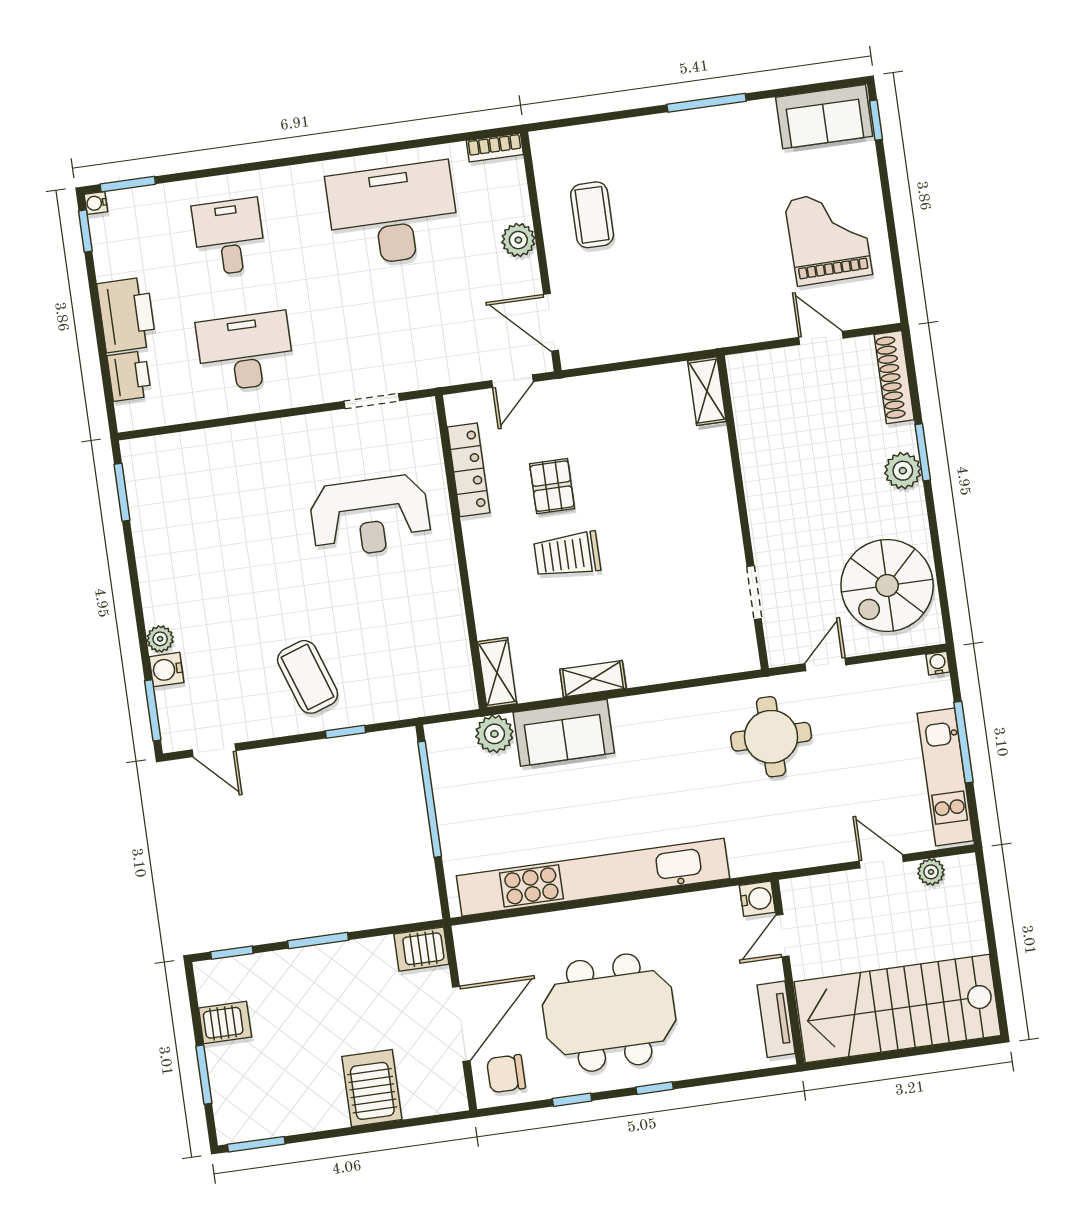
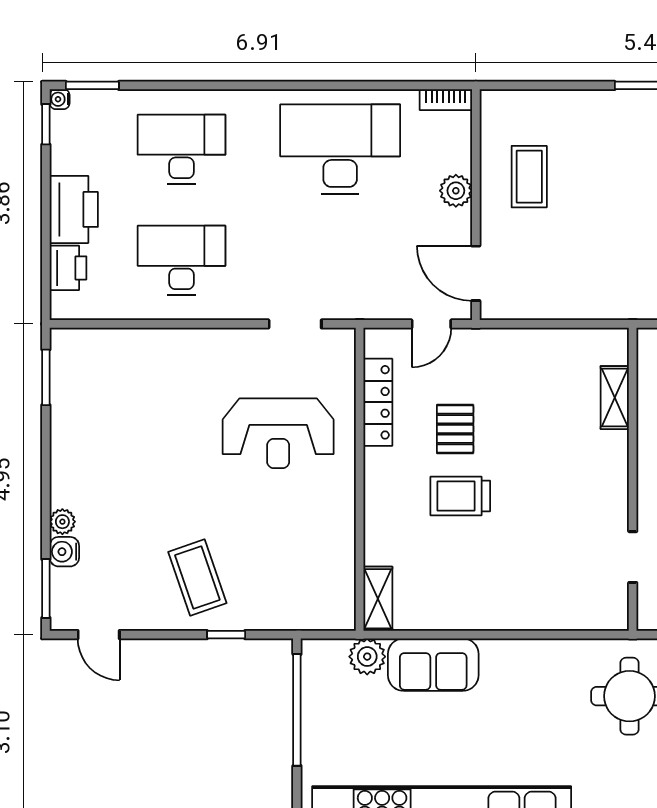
desk: (229, 237) -> (182, 149), width x1.37
shelving: (707, 391) -> (615, 398), moved
shelving: (593, 679) -> (468, 617), removed

